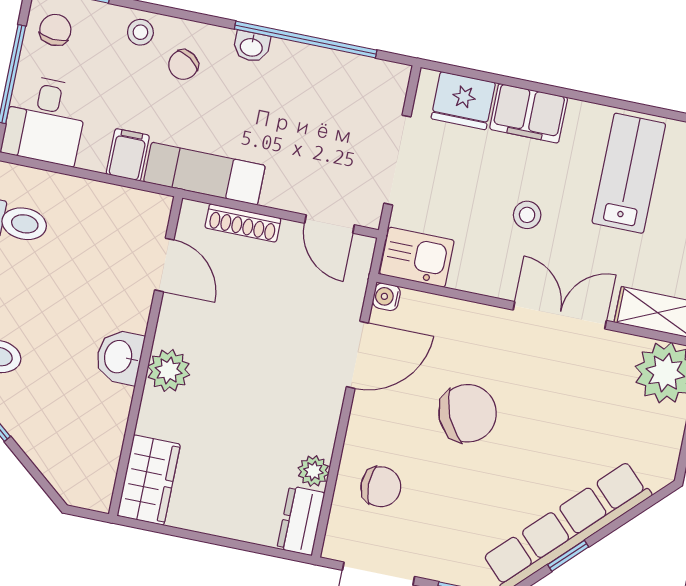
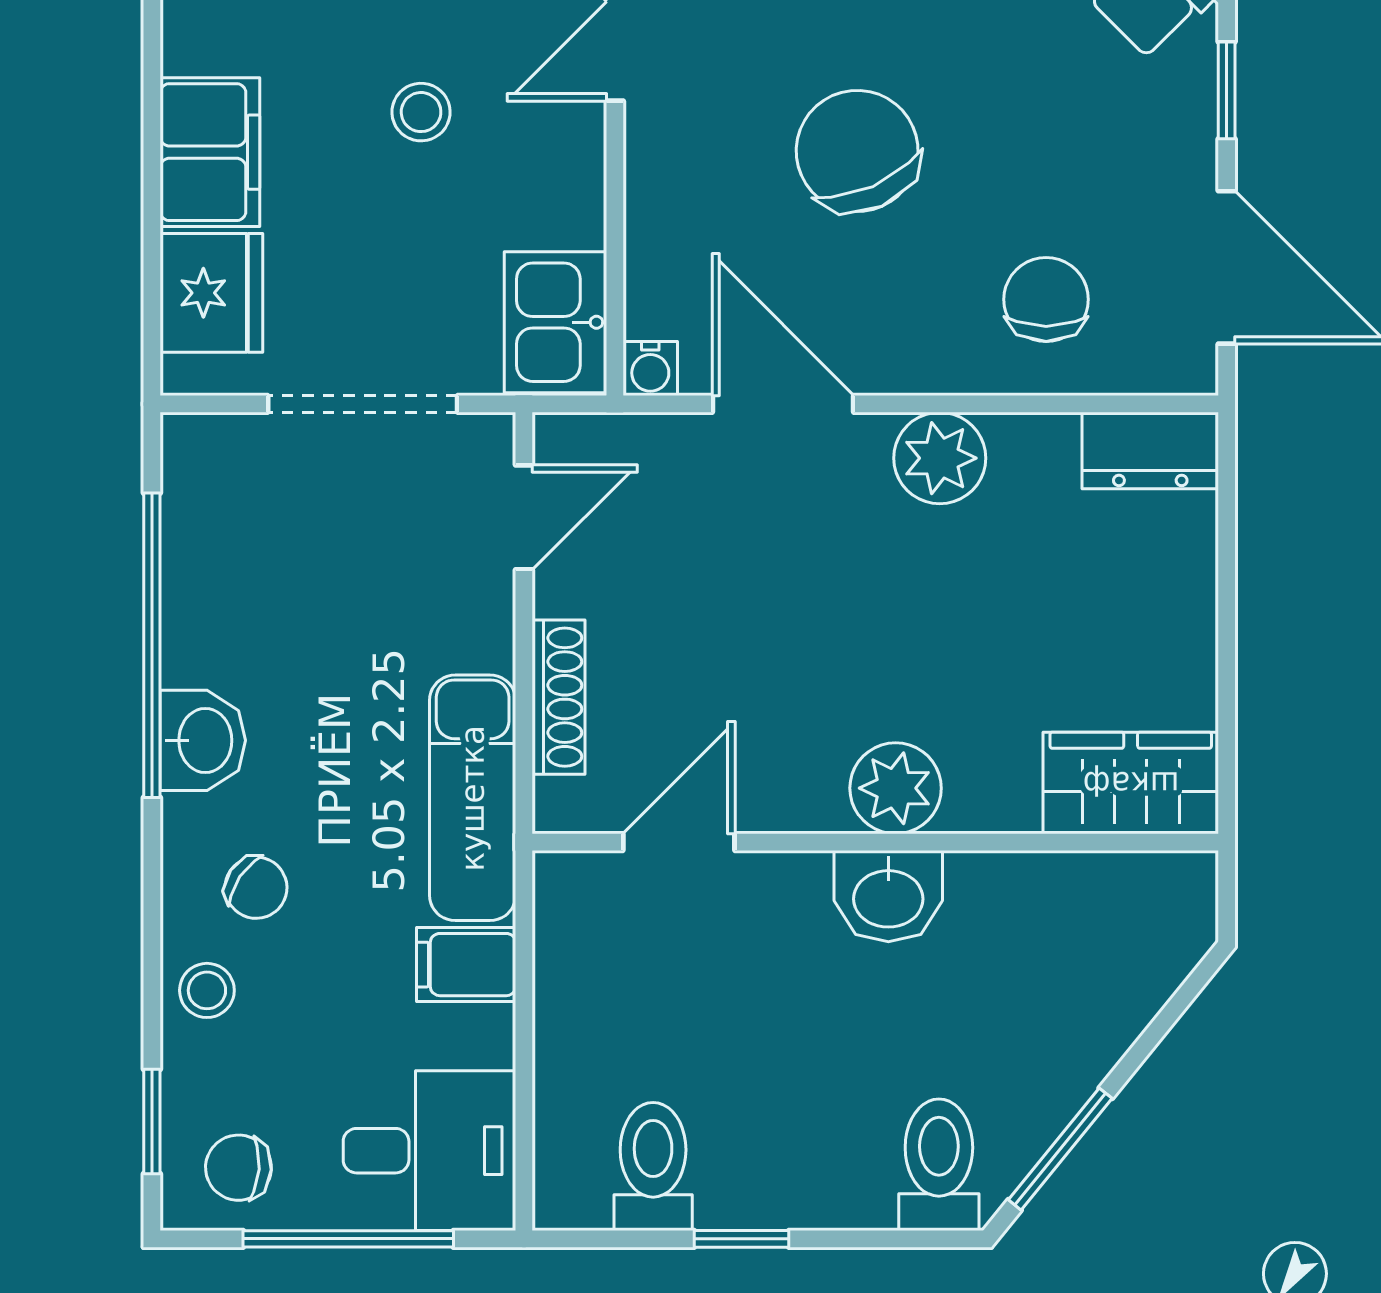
washbasin: (251, 47) -> (203, 740), width x1.38, depth x1.45
plant: (313, 471) -> (940, 458), moved, width x1.38, depth x1.38

